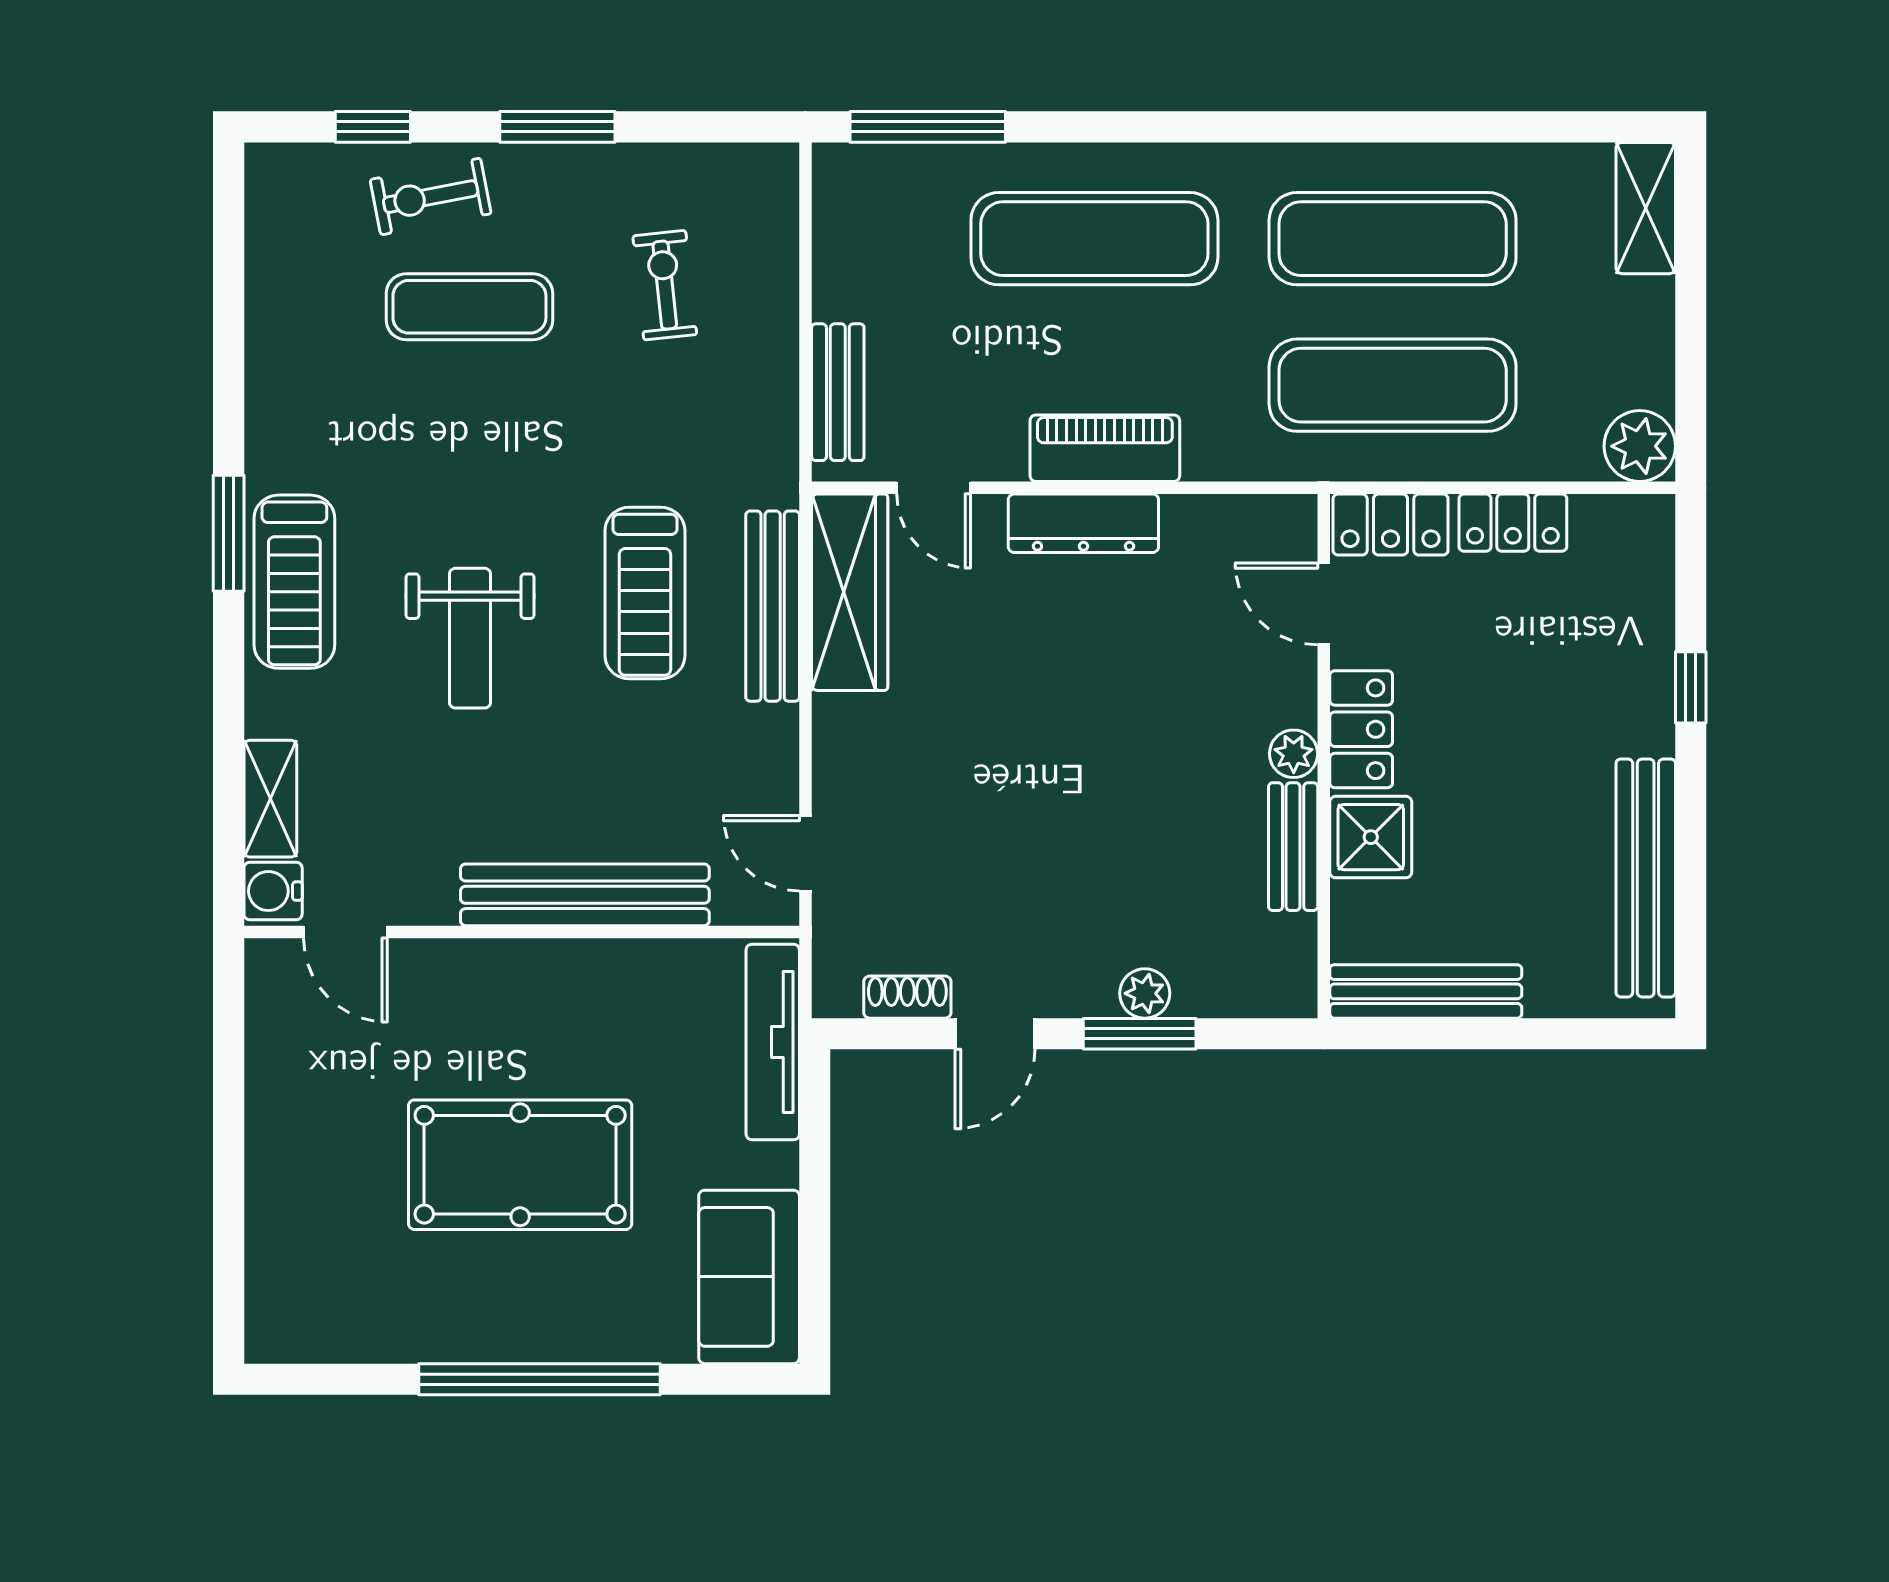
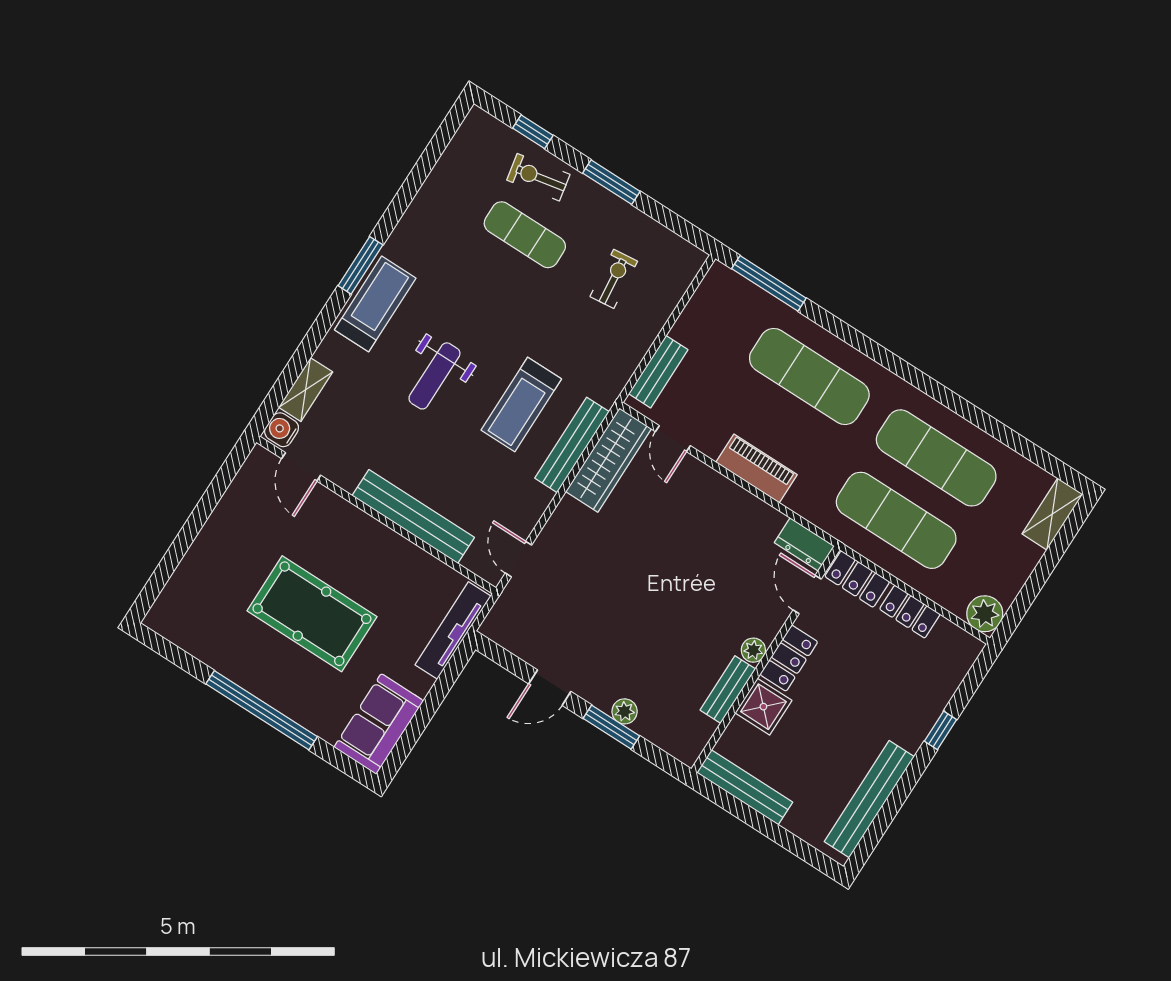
dresser: (1083, 523) -> (804, 544), moved, width x0.70
treadmill: (294, 582) -> (375, 304), turned 180
shoe rack: (907, 997) -> (523, 648), removed

